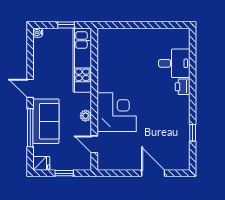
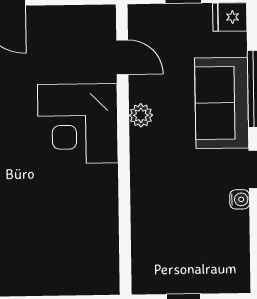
water cooler: (38, 33) -> (240, 199), moved
kitchen unit: (82, 60) -> (149, 229), removed

